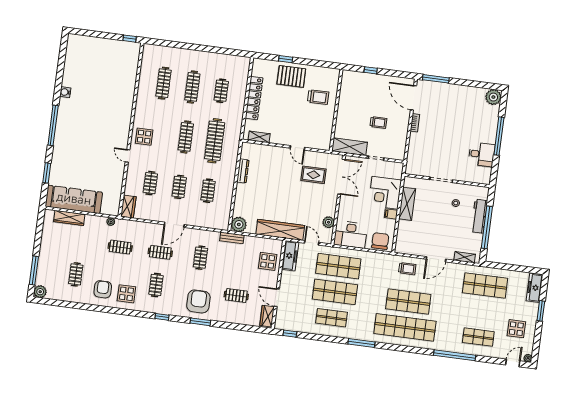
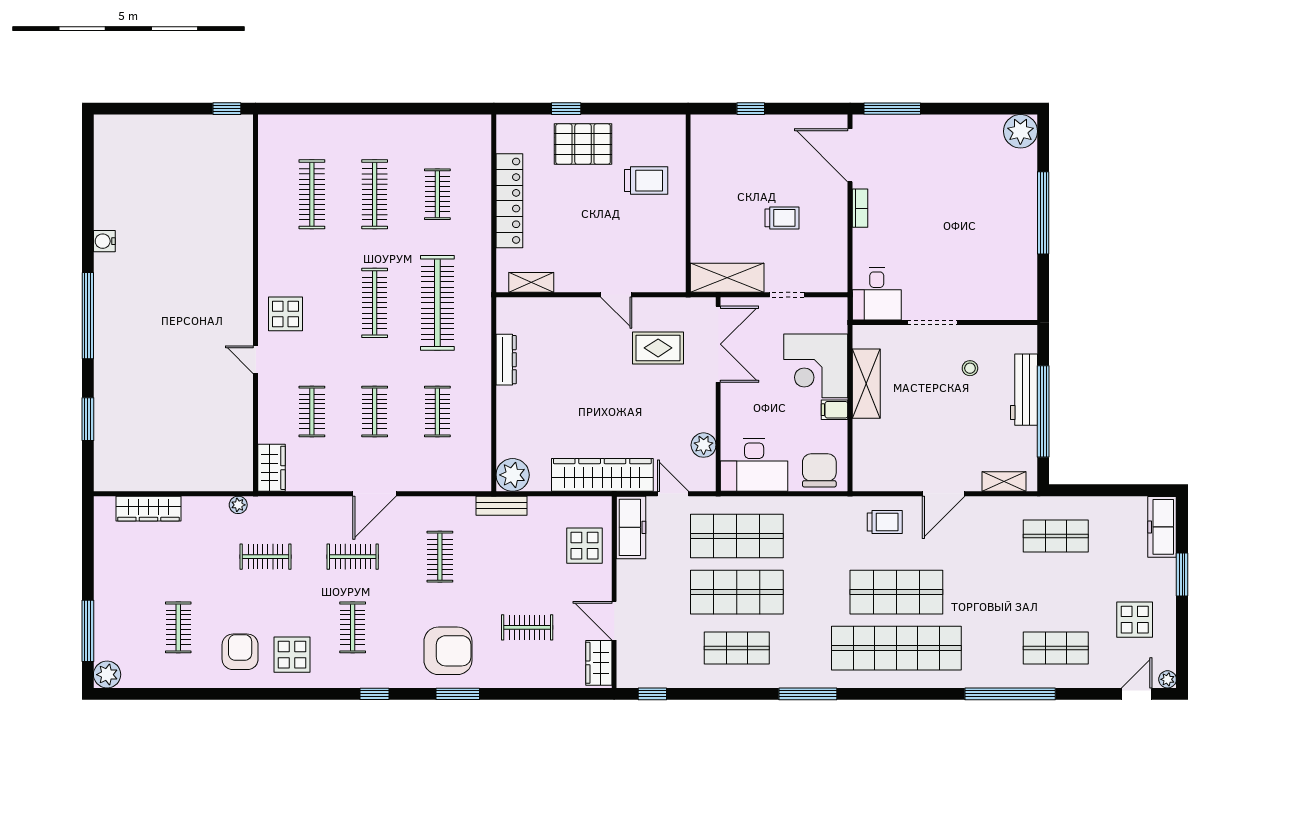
desk: (481, 154) -> (877, 294), moved, turned 90
sofa: (74, 199) -> (153, 468), removed
shop shelf: (485, 285) -> (1056, 536), width x0.70, depth x0.74
armchair: (198, 301) -> (448, 651), turned 90

